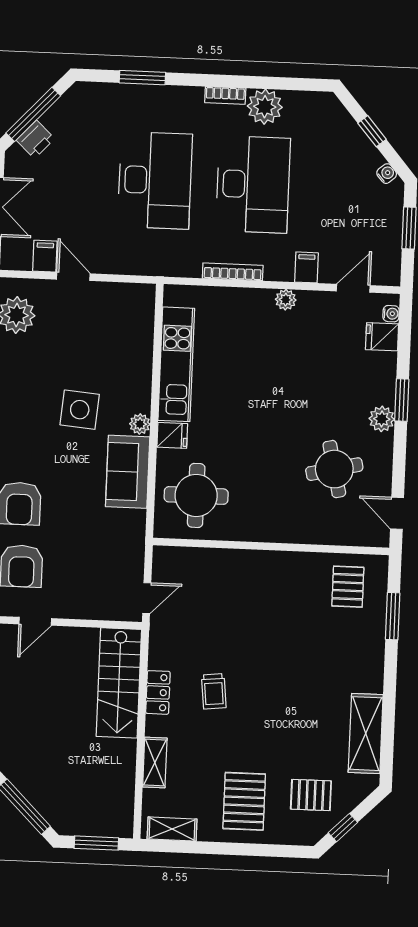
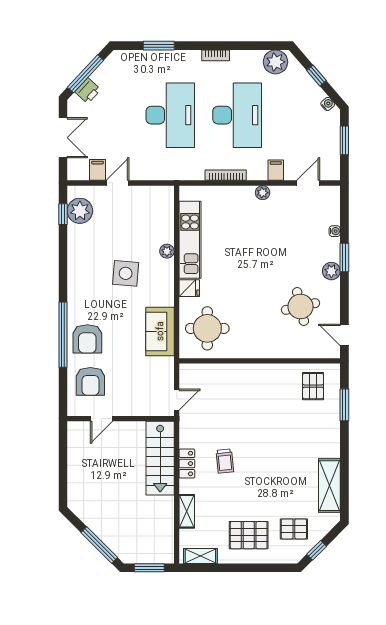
plant: (265, 107) -> (276, 62), moved
door: (73, 277) -> (117, 183), hinge flipped
water cooler: (391, 314) -> (335, 231), moved
fridge: (382, 337) -> (329, 215), removed
plant: (140, 424) -> (167, 251), moved
sofa: (128, 472) -> (160, 331), moved
pallet: (244, 801) -> (249, 535), turned 90

